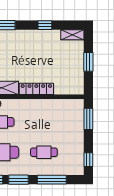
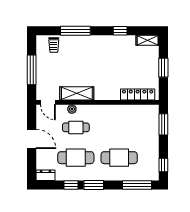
locker: (36, 89) -> (138, 94), moved
cafe table: (44, 152) -> (119, 158), width x1.37, depth x1.35
window: (52, 180) -> (137, 185), moved

